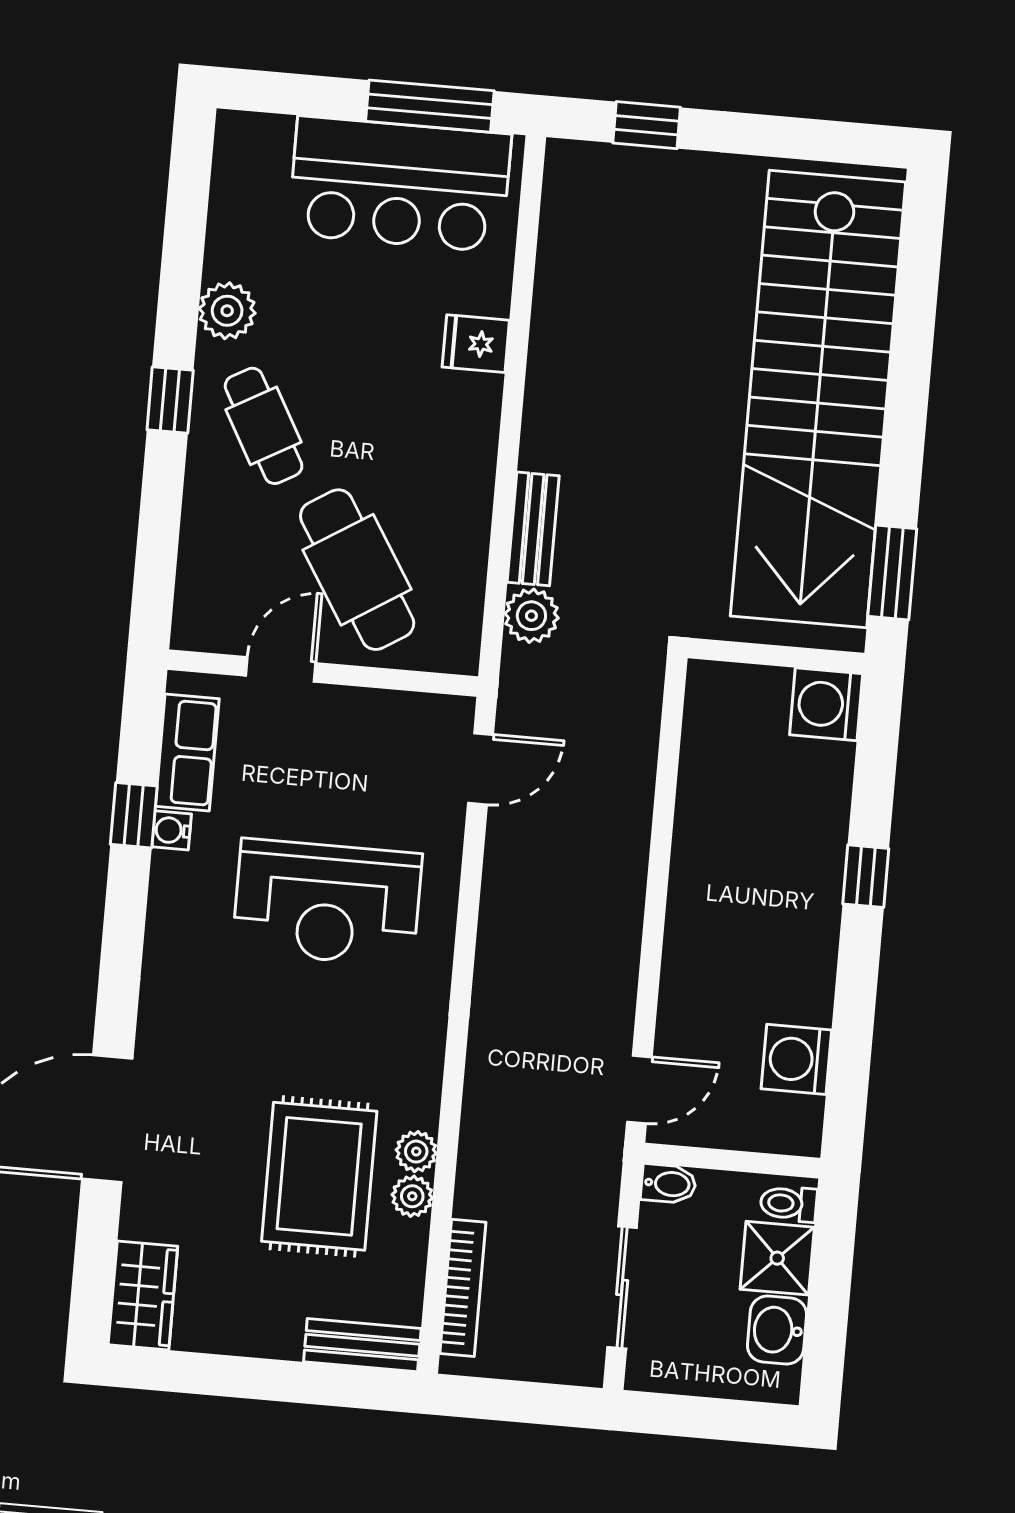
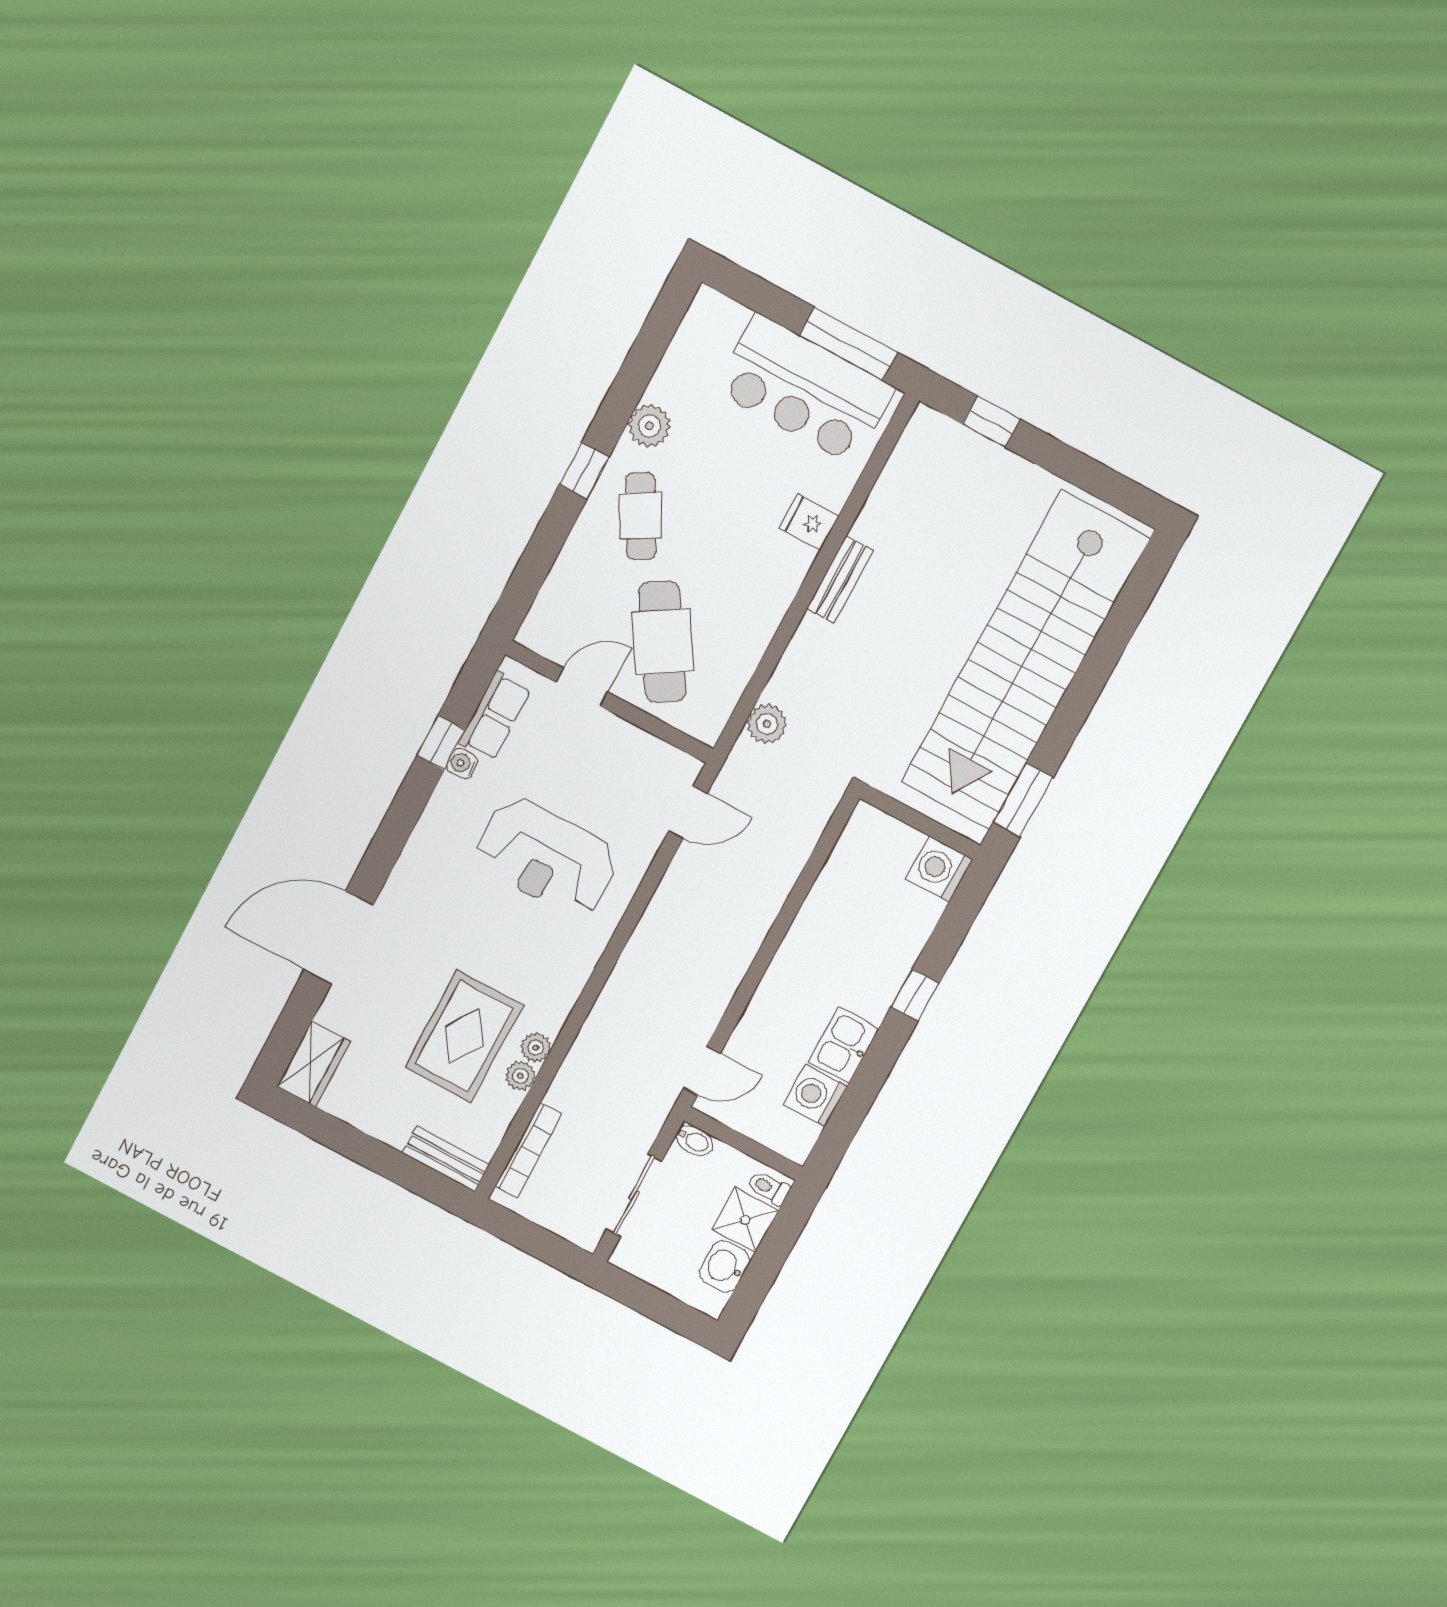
bench: (533, 529) -> (840, 580), moved
kitchen sink: (804, 979) -> (844, 1045), added

